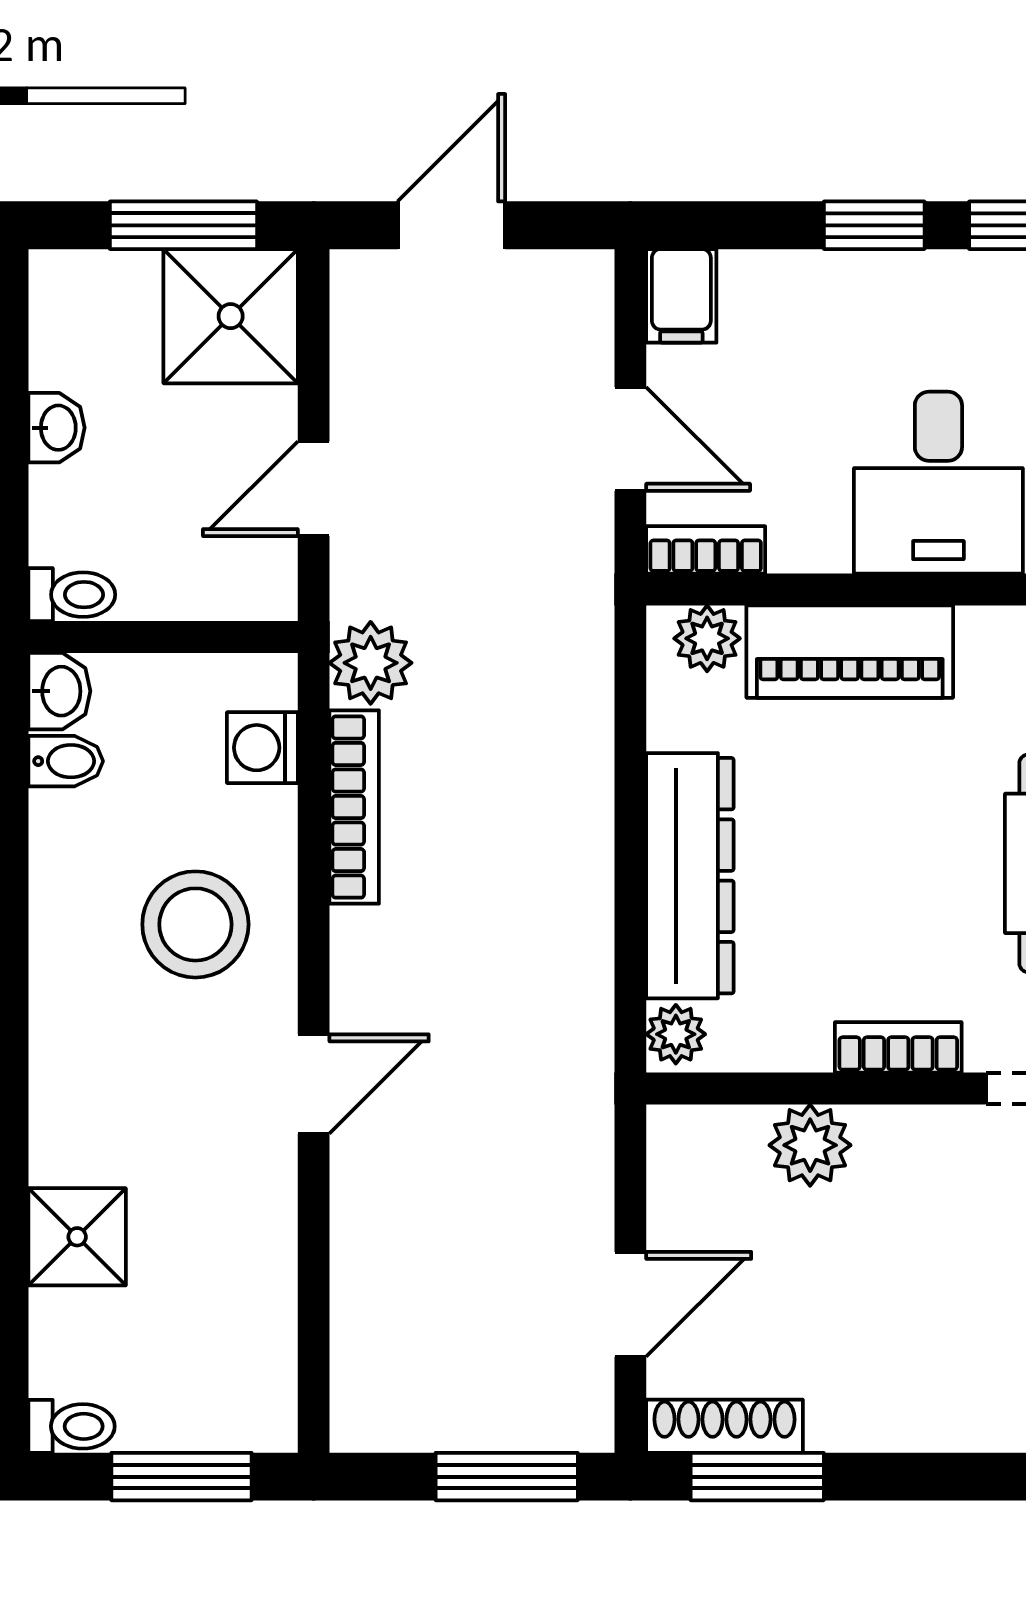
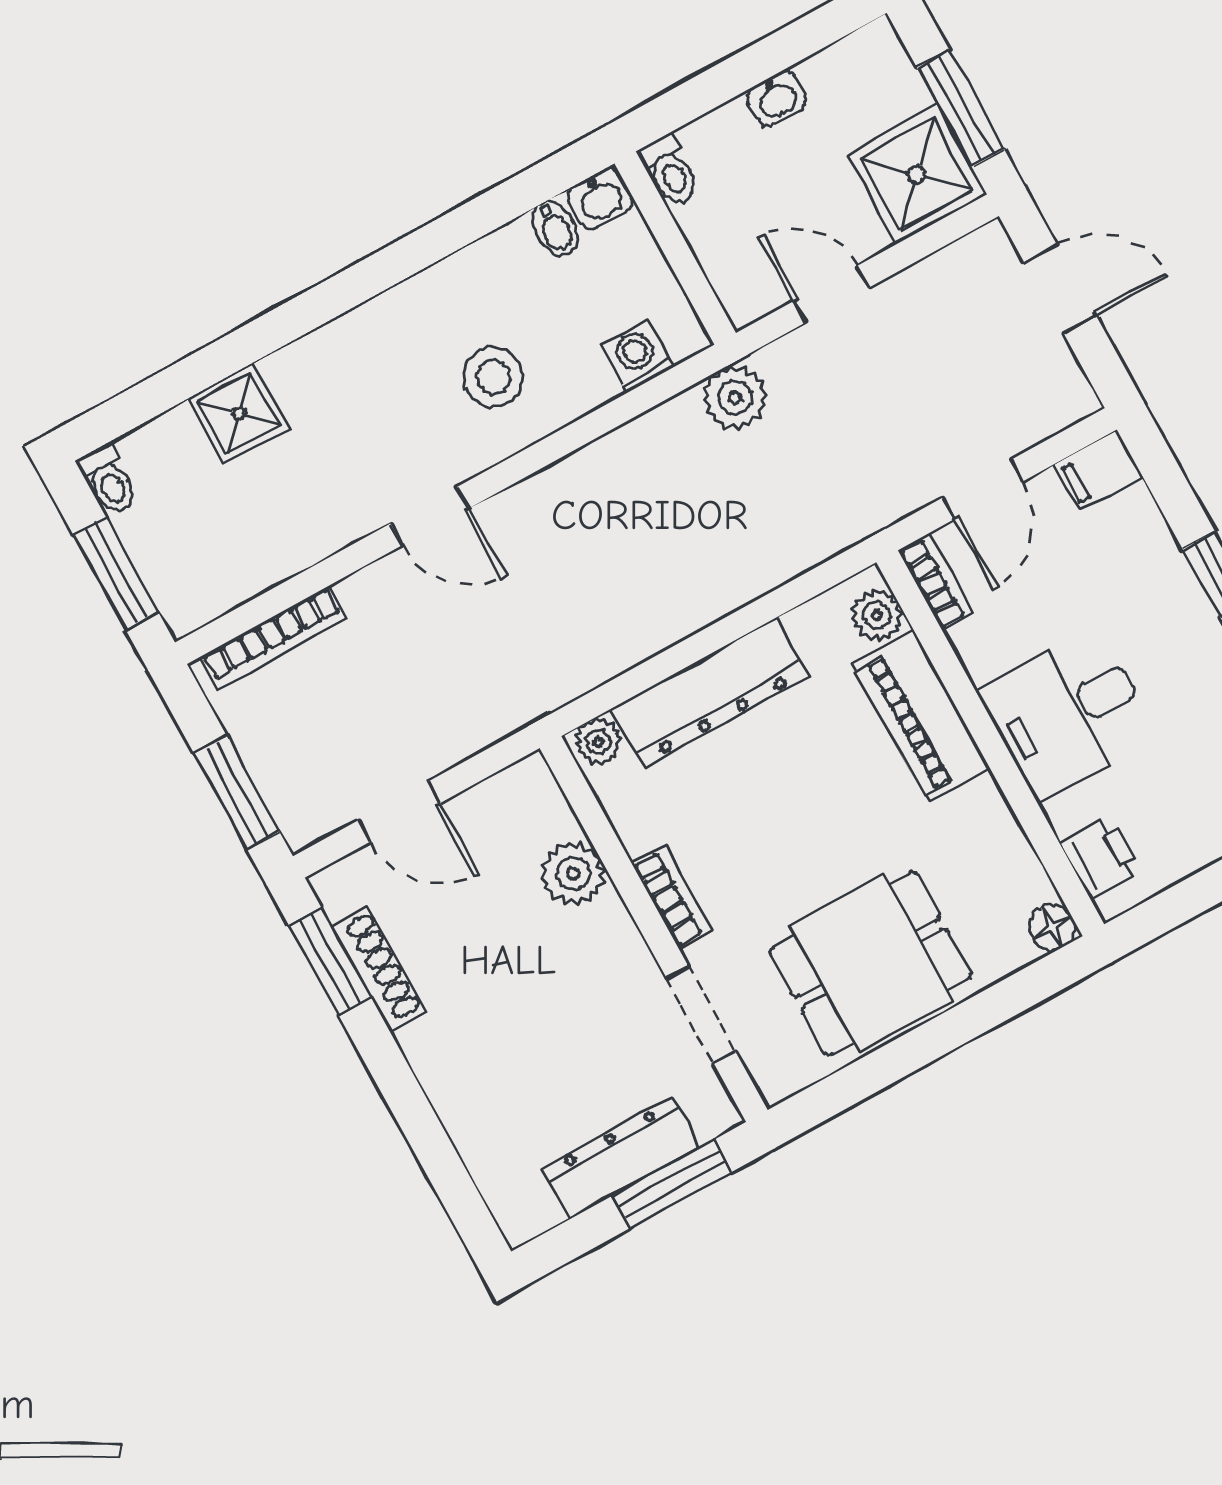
bookcase: (354, 807) -> (274, 638), moved
stool: (195, 924) -> (493, 377), width x0.73, depth x0.73
shoe rack: (724, 1426) -> (379, 969), moved

